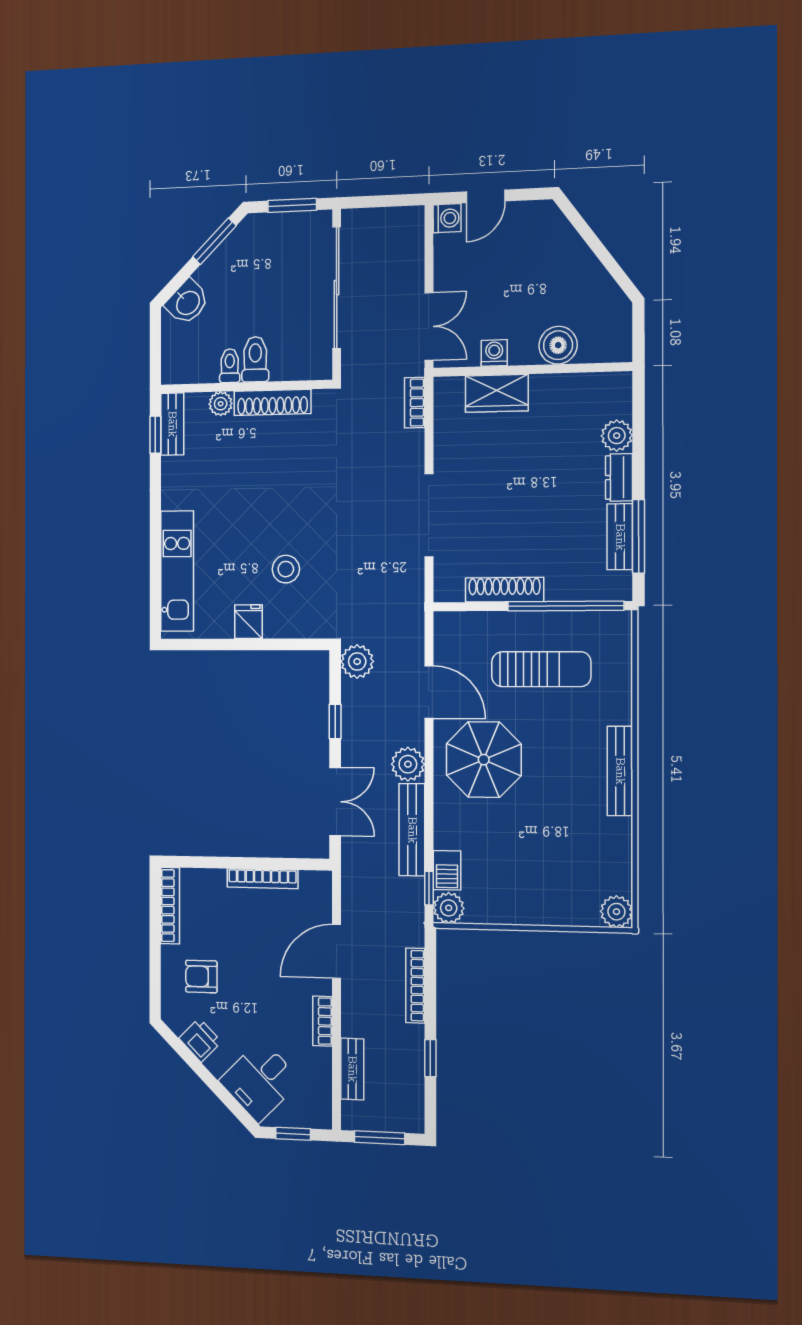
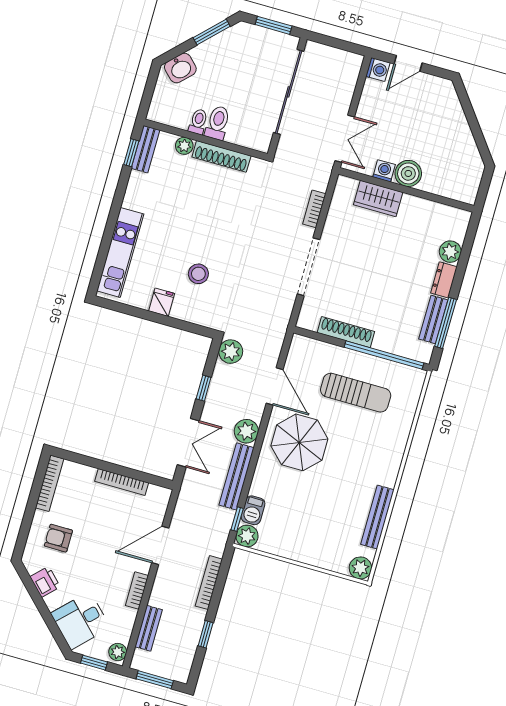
boiler: (558, 345) -> (408, 173), moved
bookcase: (415, 403) -> (314, 209), moved
bench: (620, 771) -> (377, 517), moved
plant: (320, 1112) -> (118, 652), added

